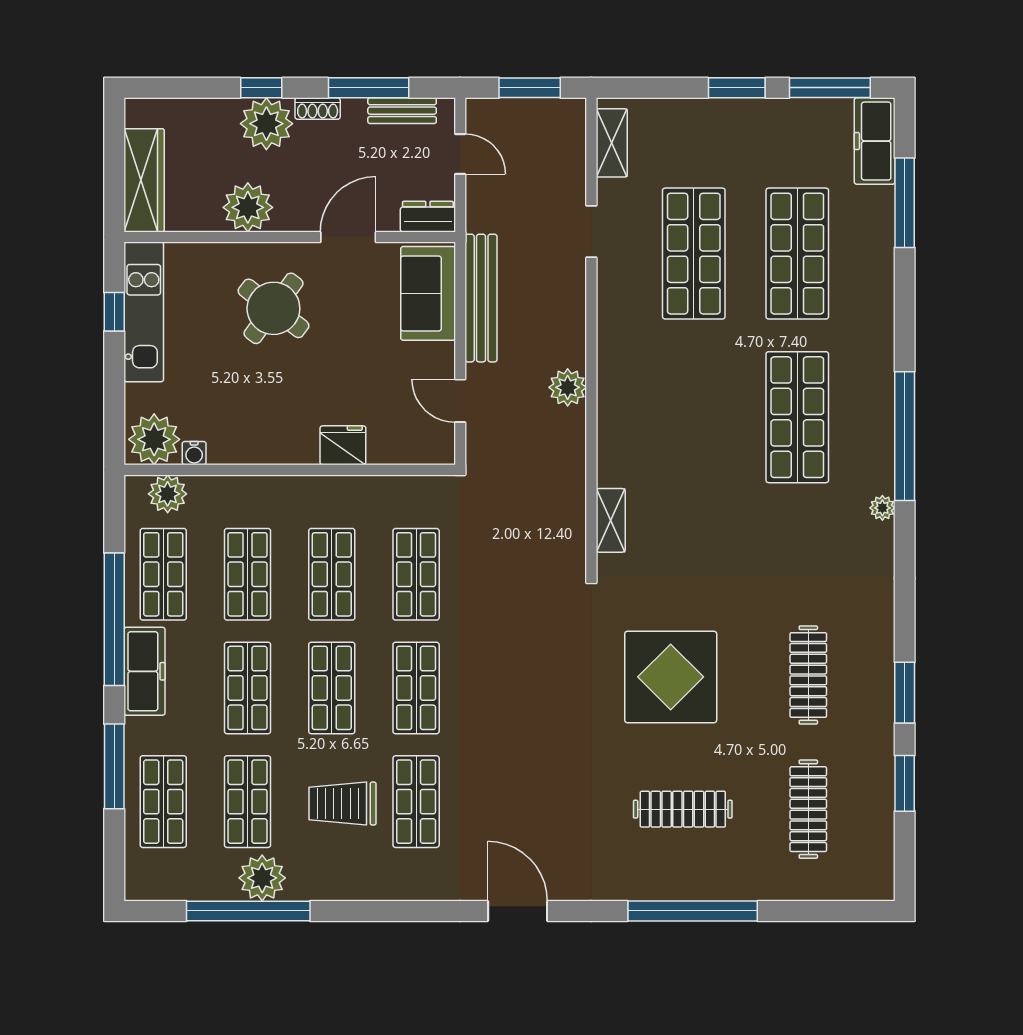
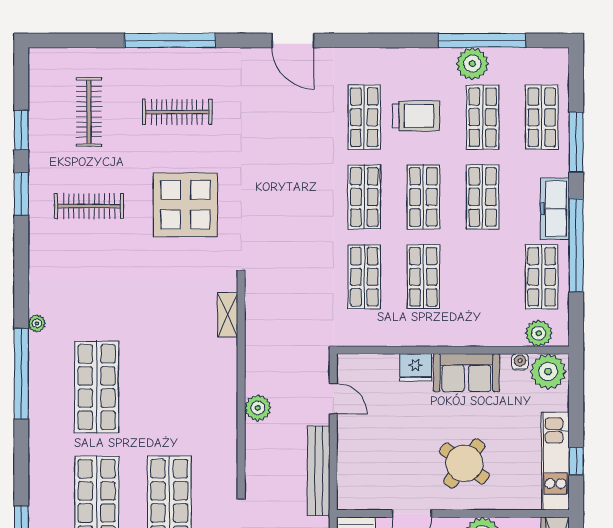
sofa: (428, 293) -> (466, 373), moved, turned 90
shop shelf: (248, 574) -> (483, 277), removed
clothes rail: (808, 675) -> (89, 206), turned 90

